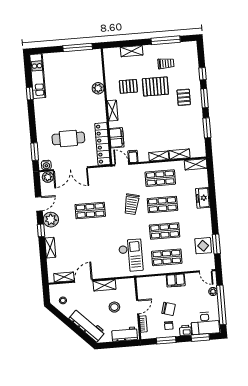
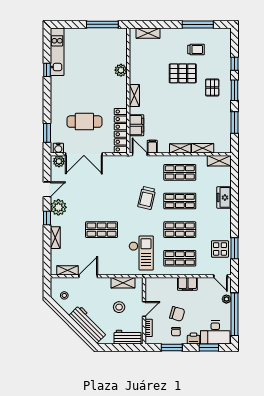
shelving: (132, 51) -> (148, 33), moved
pallet: (128, 86) -> (154, 71), removed
shop shelf: (90, 210) -> (102, 230), moved
shelving: (104, 285) -> (123, 283), moved

